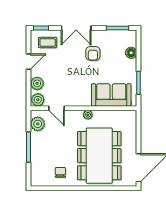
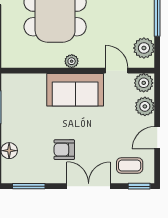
armchair: (93, 53) -> (64, 150), turned -90
sofa: (111, 95) -> (75, 90), moved

